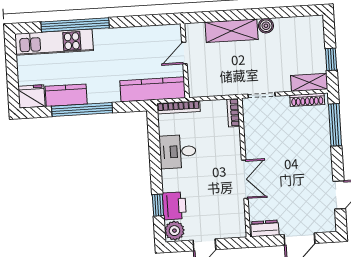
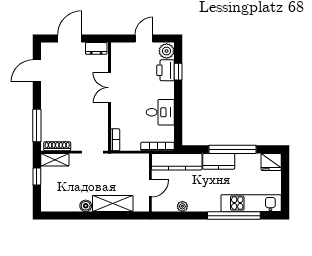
plant: (142, 33) -> (182, 206), added
kitchen counter: (66, 95) -> (219, 161), moved

